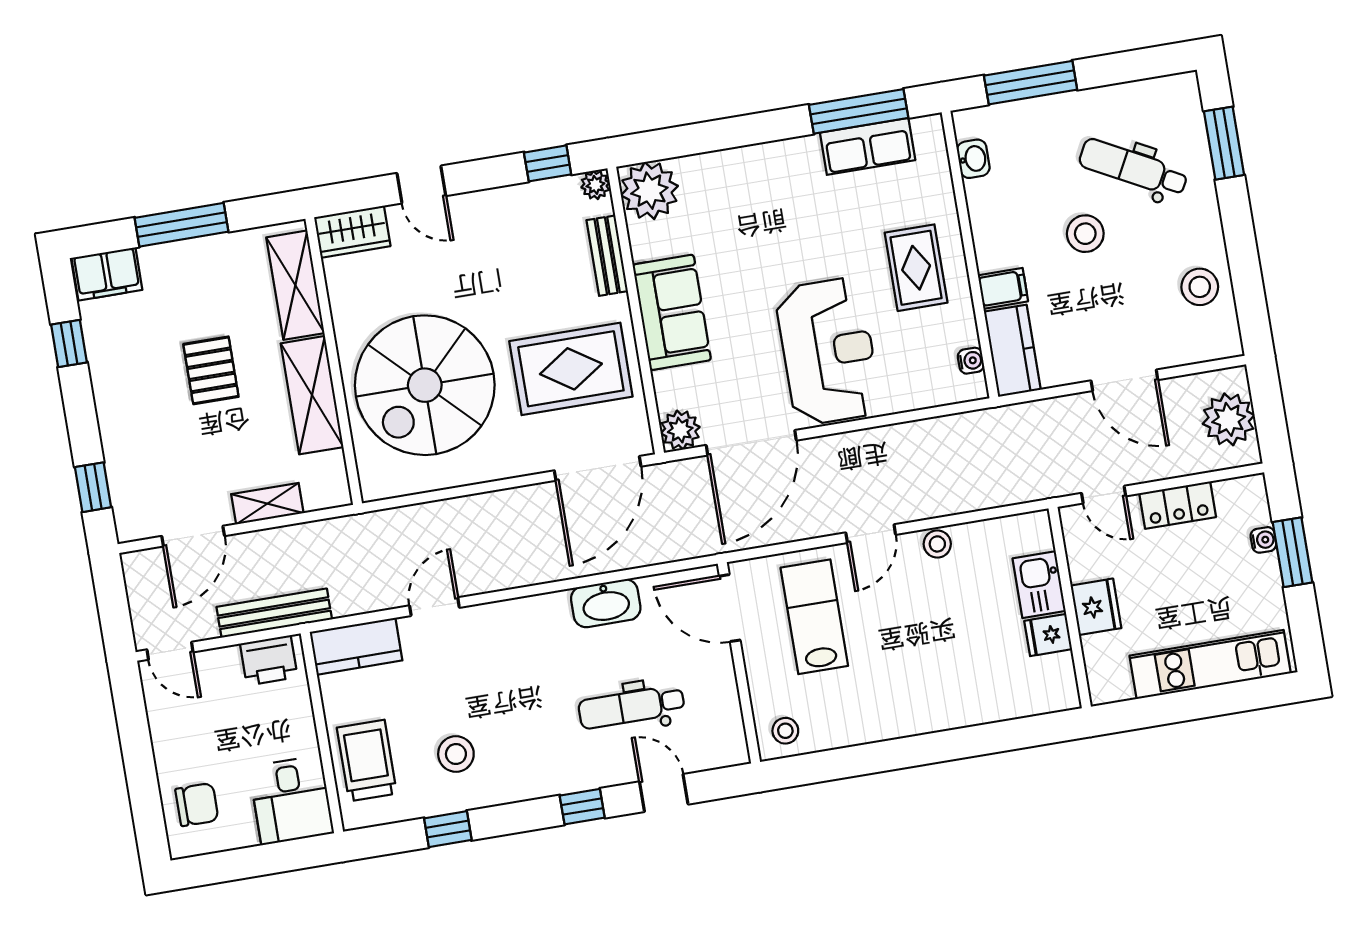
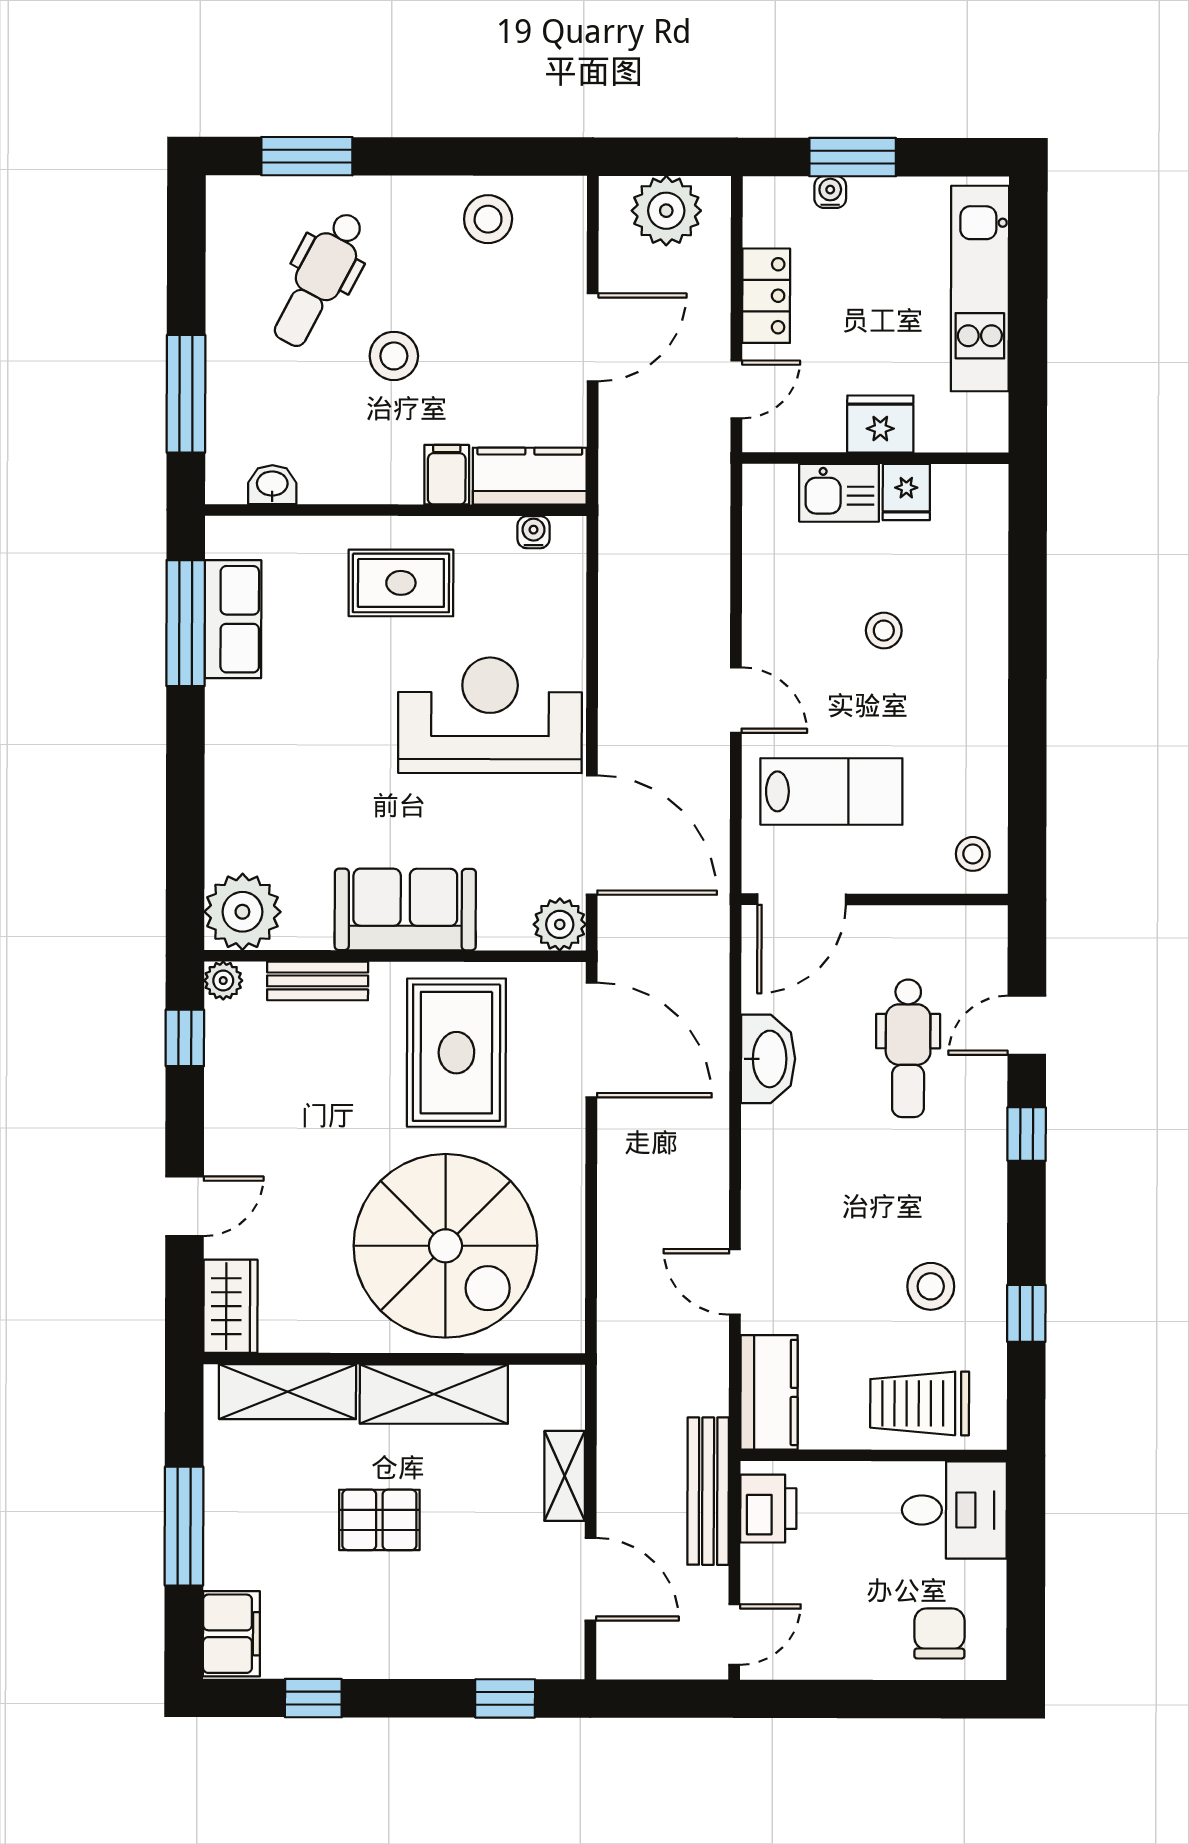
stool: (937, 544) -> (884, 631), moved
lab bench: (814, 617) -> (831, 791), turned 180

